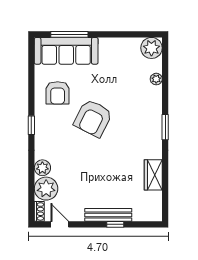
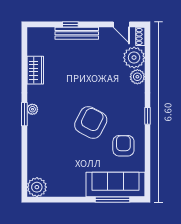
plant: (156, 79) -> (32, 109), moved

